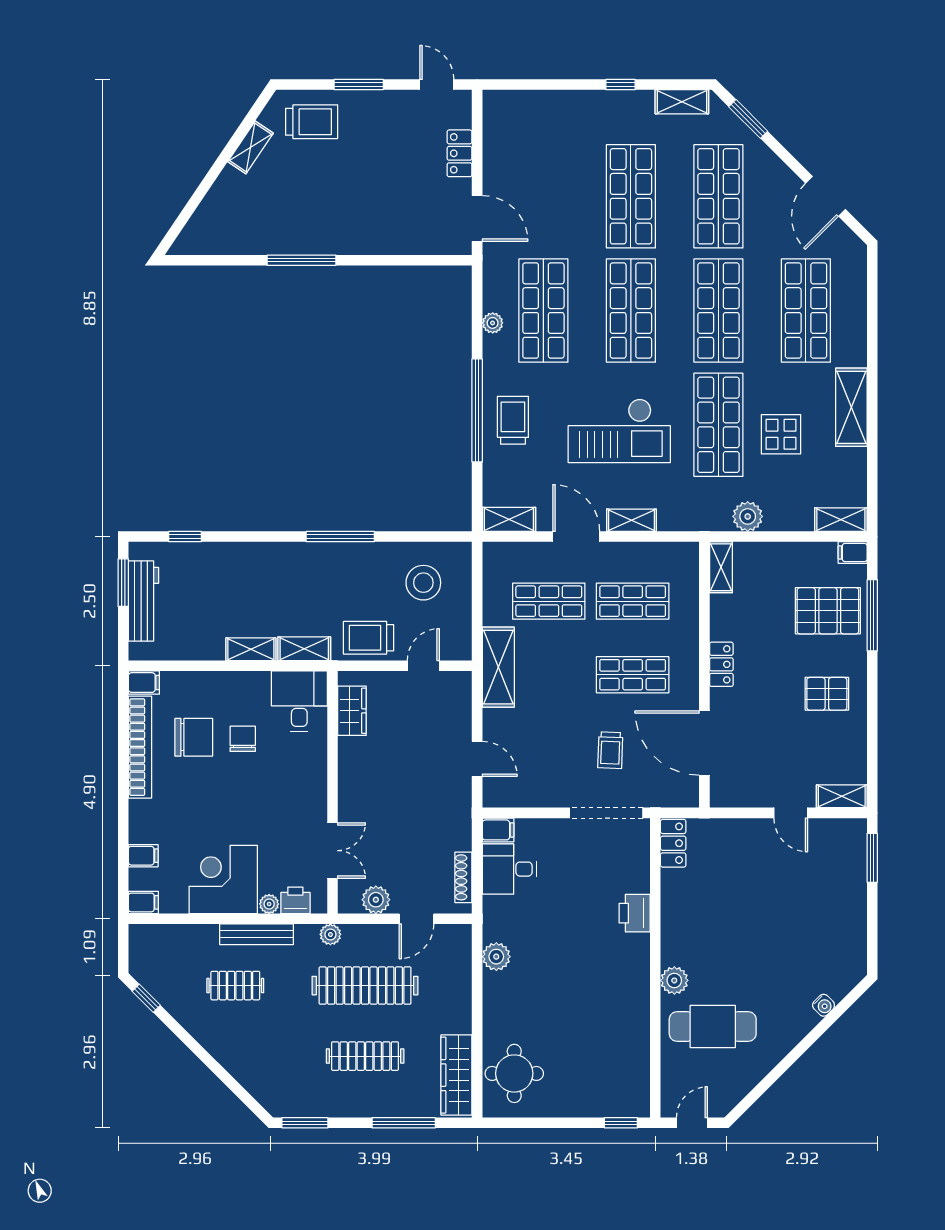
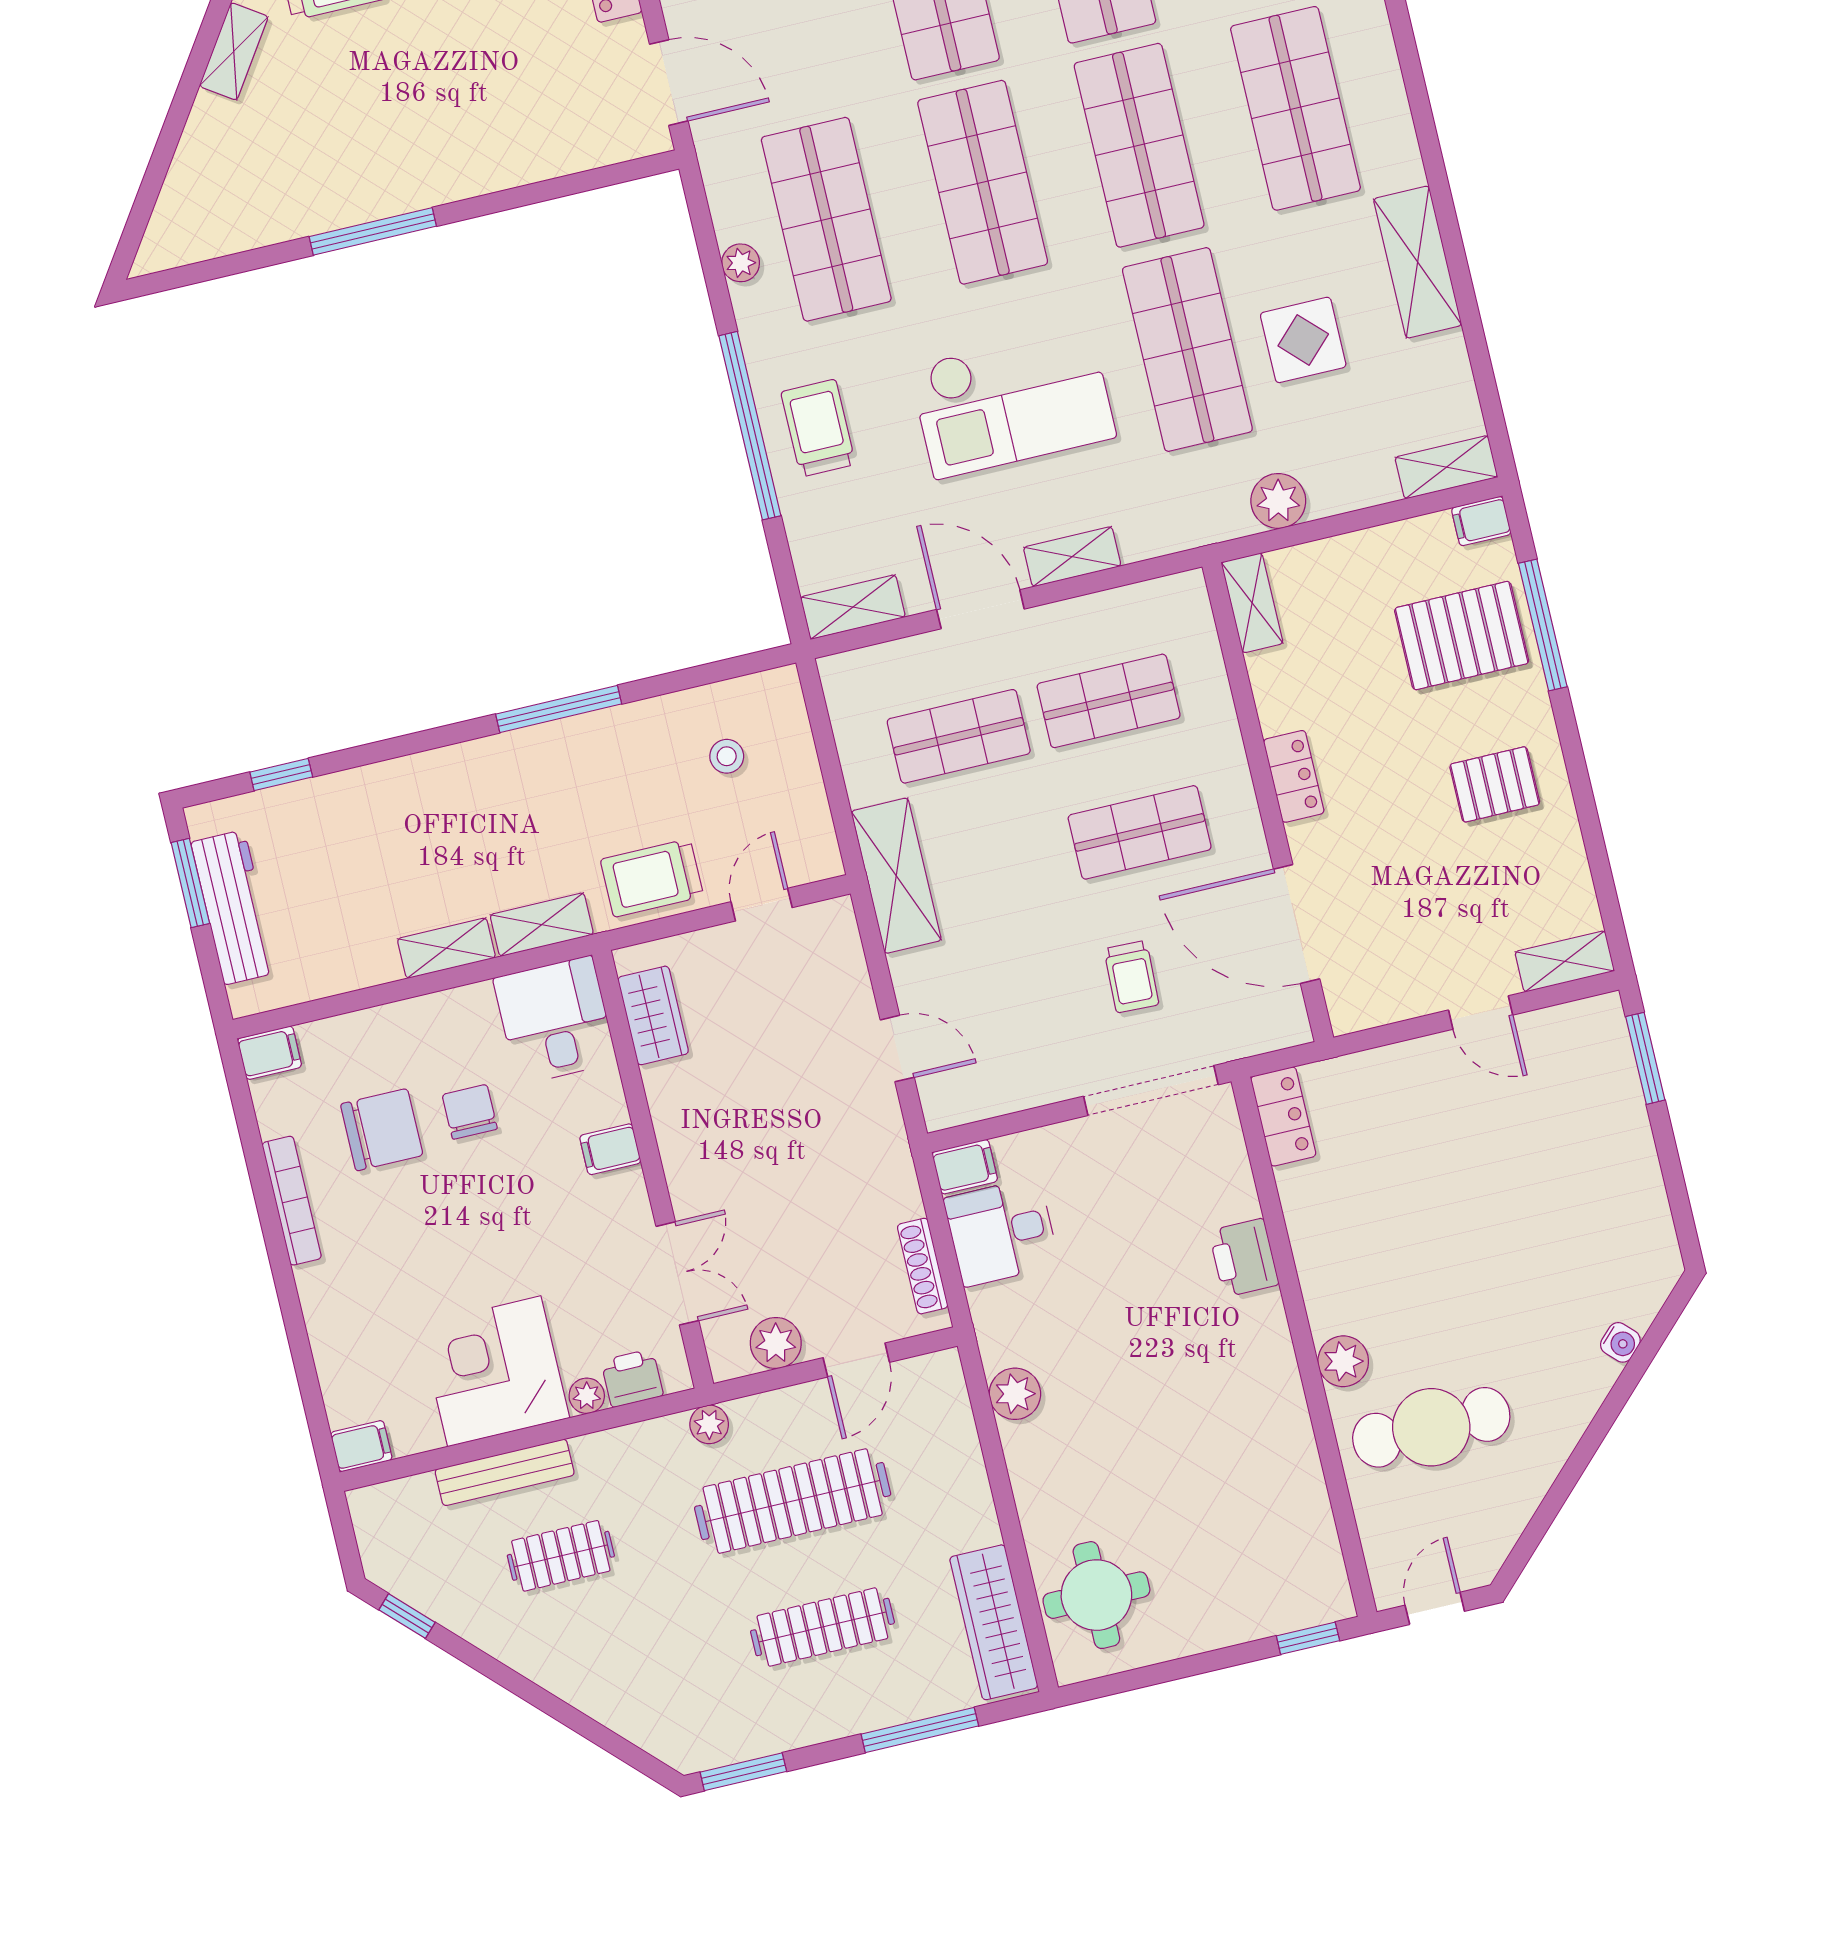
stool: (423, 583) -> (727, 756), width x0.53, depth x0.53
bookcase: (140, 747) -> (292, 1201), width x0.68, depth x0.76
filing cabinet: (143, 856) -> (610, 1149), moved, turned 180
bench: (257, 934) -> (505, 1472), moved

